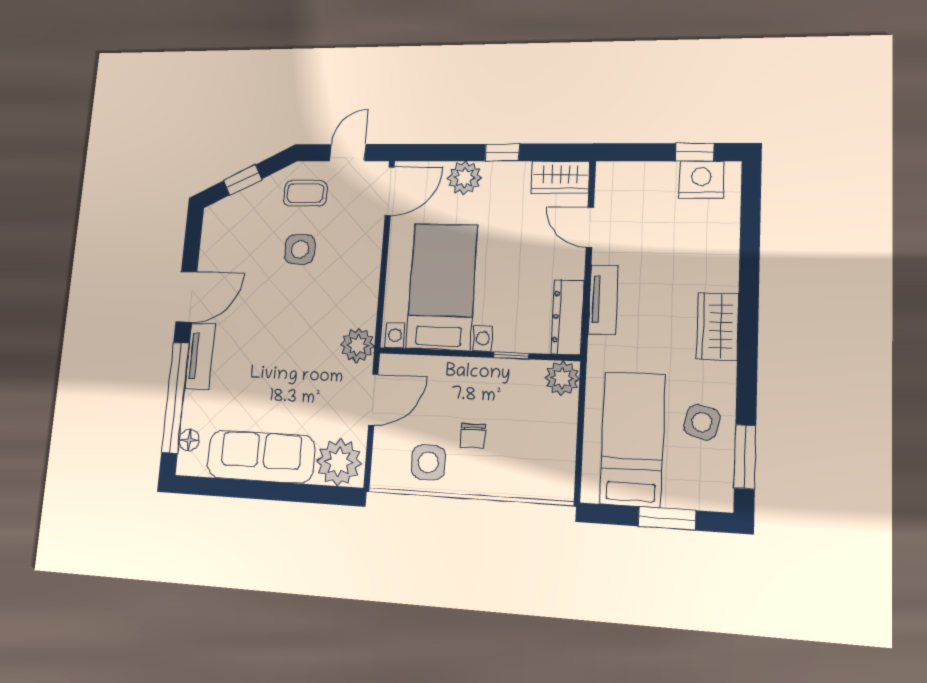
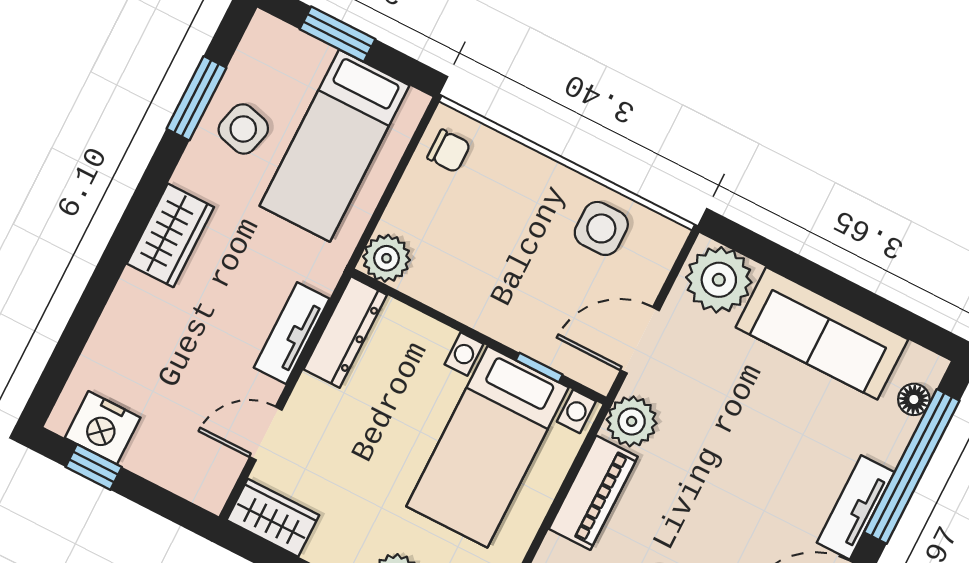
door: (590, 227) -> (266, 433), swing flipped
piano: (363, 289) -> (593, 493), added
window: (511, 356) -> (539, 367), moved
chair: (473, 436) -> (449, 151), moved, turned 90
window: (745, 457) -> (197, 98), moved

